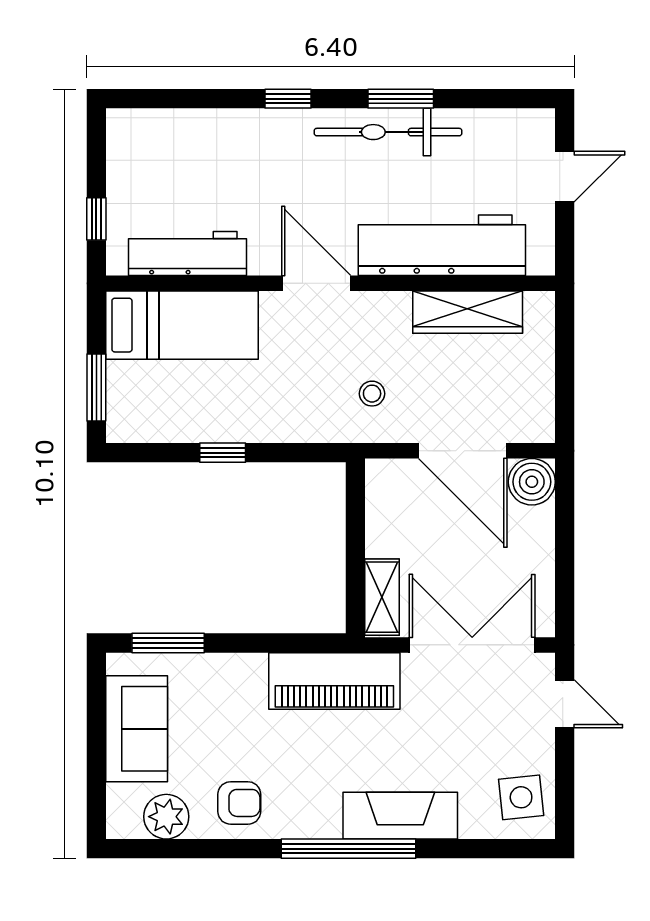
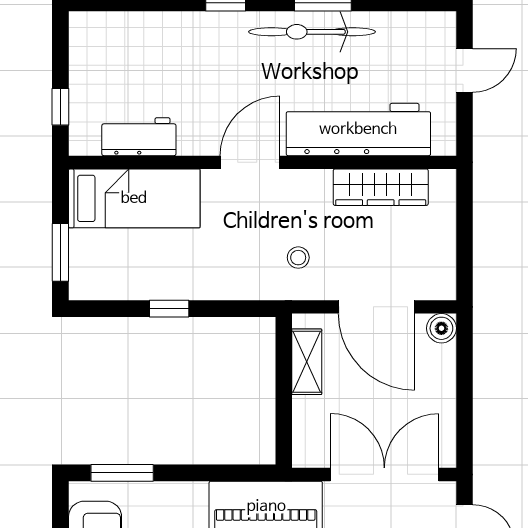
workbench: (187, 254) -> (139, 137), width x0.73
door: (316, 283) -> (250, 162), hinge flipped
boiler: (532, 482) -> (441, 328), width x0.73, depth x0.73
shelving: (382, 597) -> (307, 362), moved

